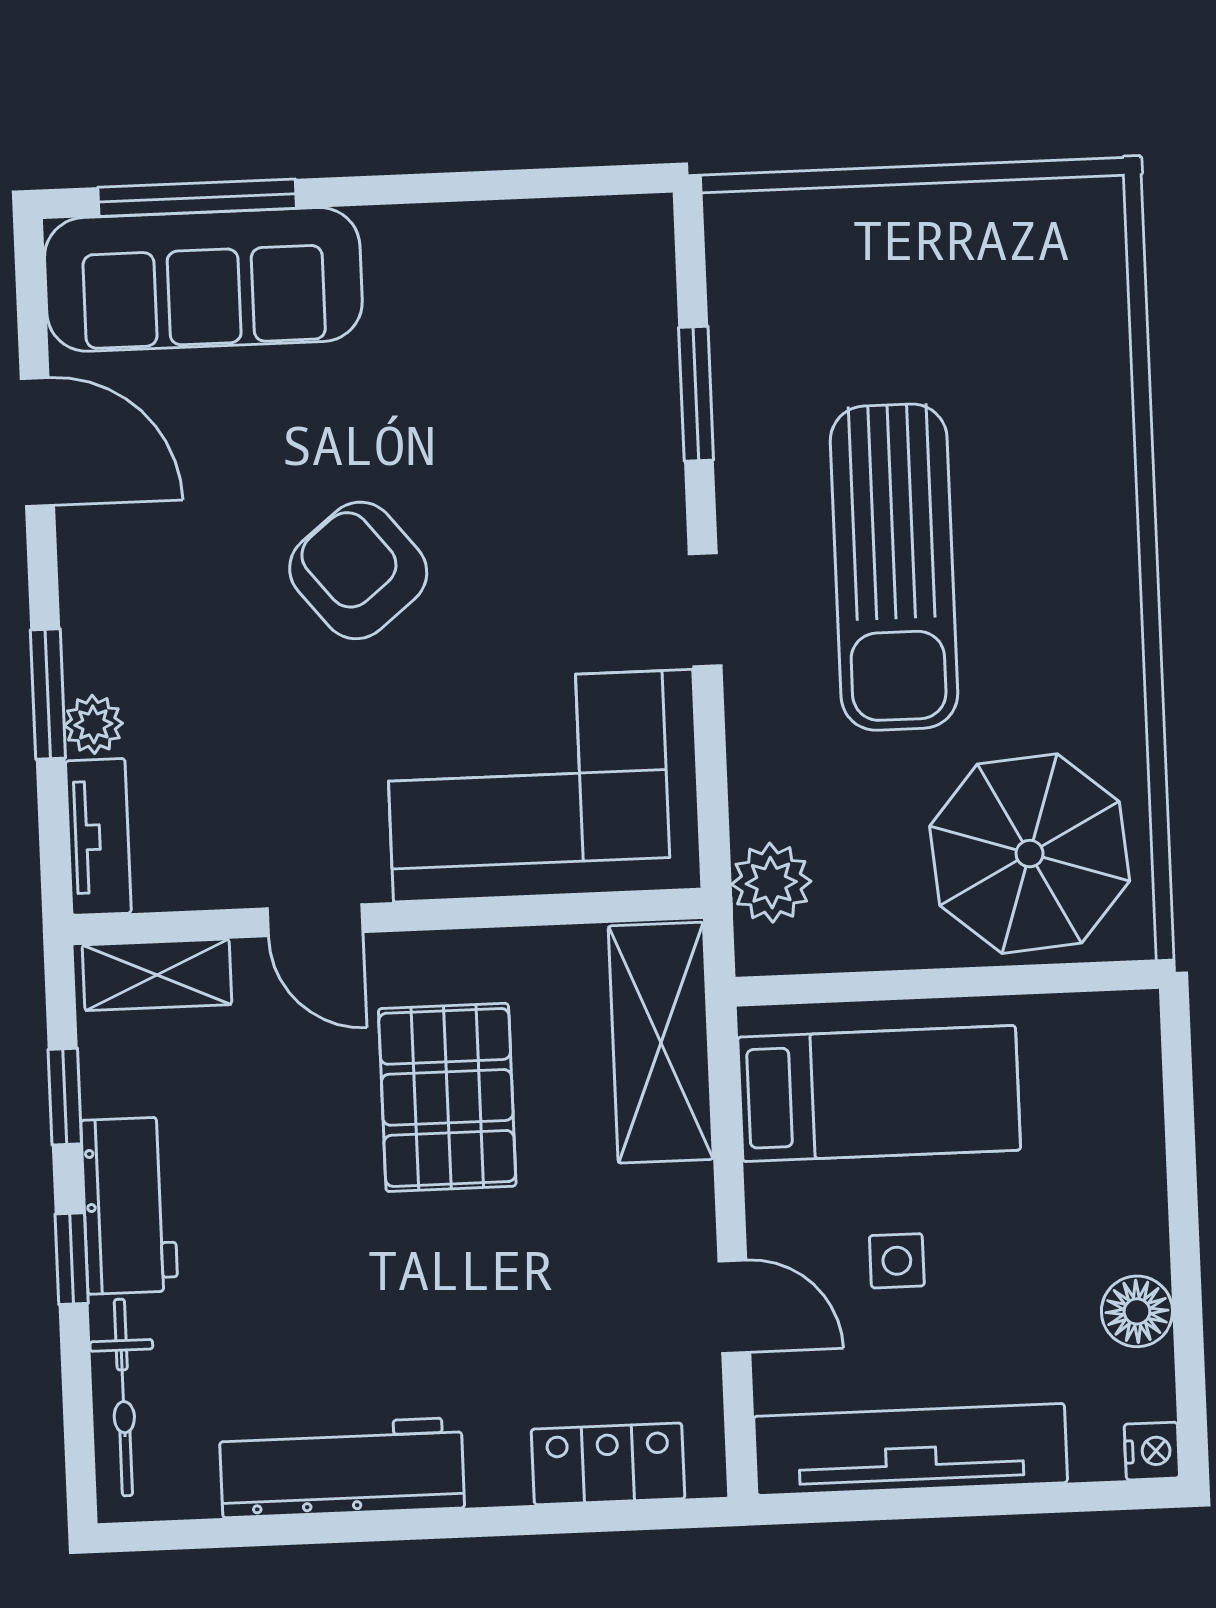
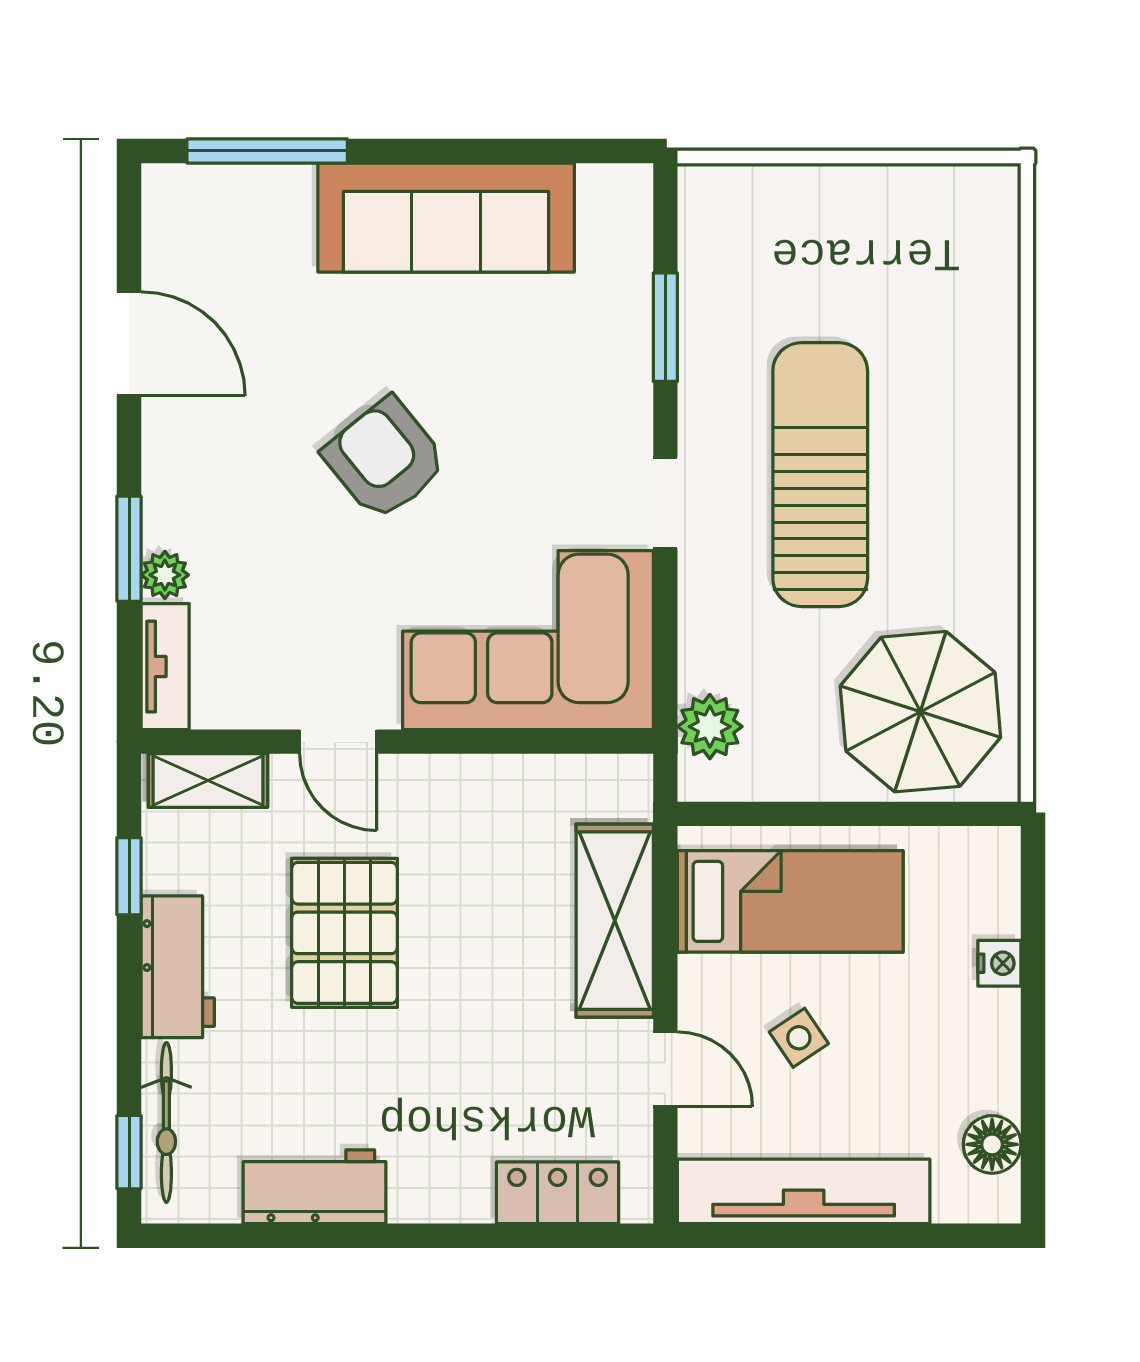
sofa: (203, 279) -> (446, 218), moved
sun lounger: (894, 567) -> (820, 475), turned 180
shelving: (661, 1043) -> (615, 921), moved
pallet: (447, 1097) -> (344, 933), moved
window: (72, 1259) -> (129, 1152), moved
side table: (897, 1261) -> (799, 1038), turned -34
floor lamp: (1137, 1311) -> (992, 1144), moved
nightstand: (1152, 1451) -> (999, 963), moved
workbench: (342, 1468) -> (315, 1187), width x0.73

